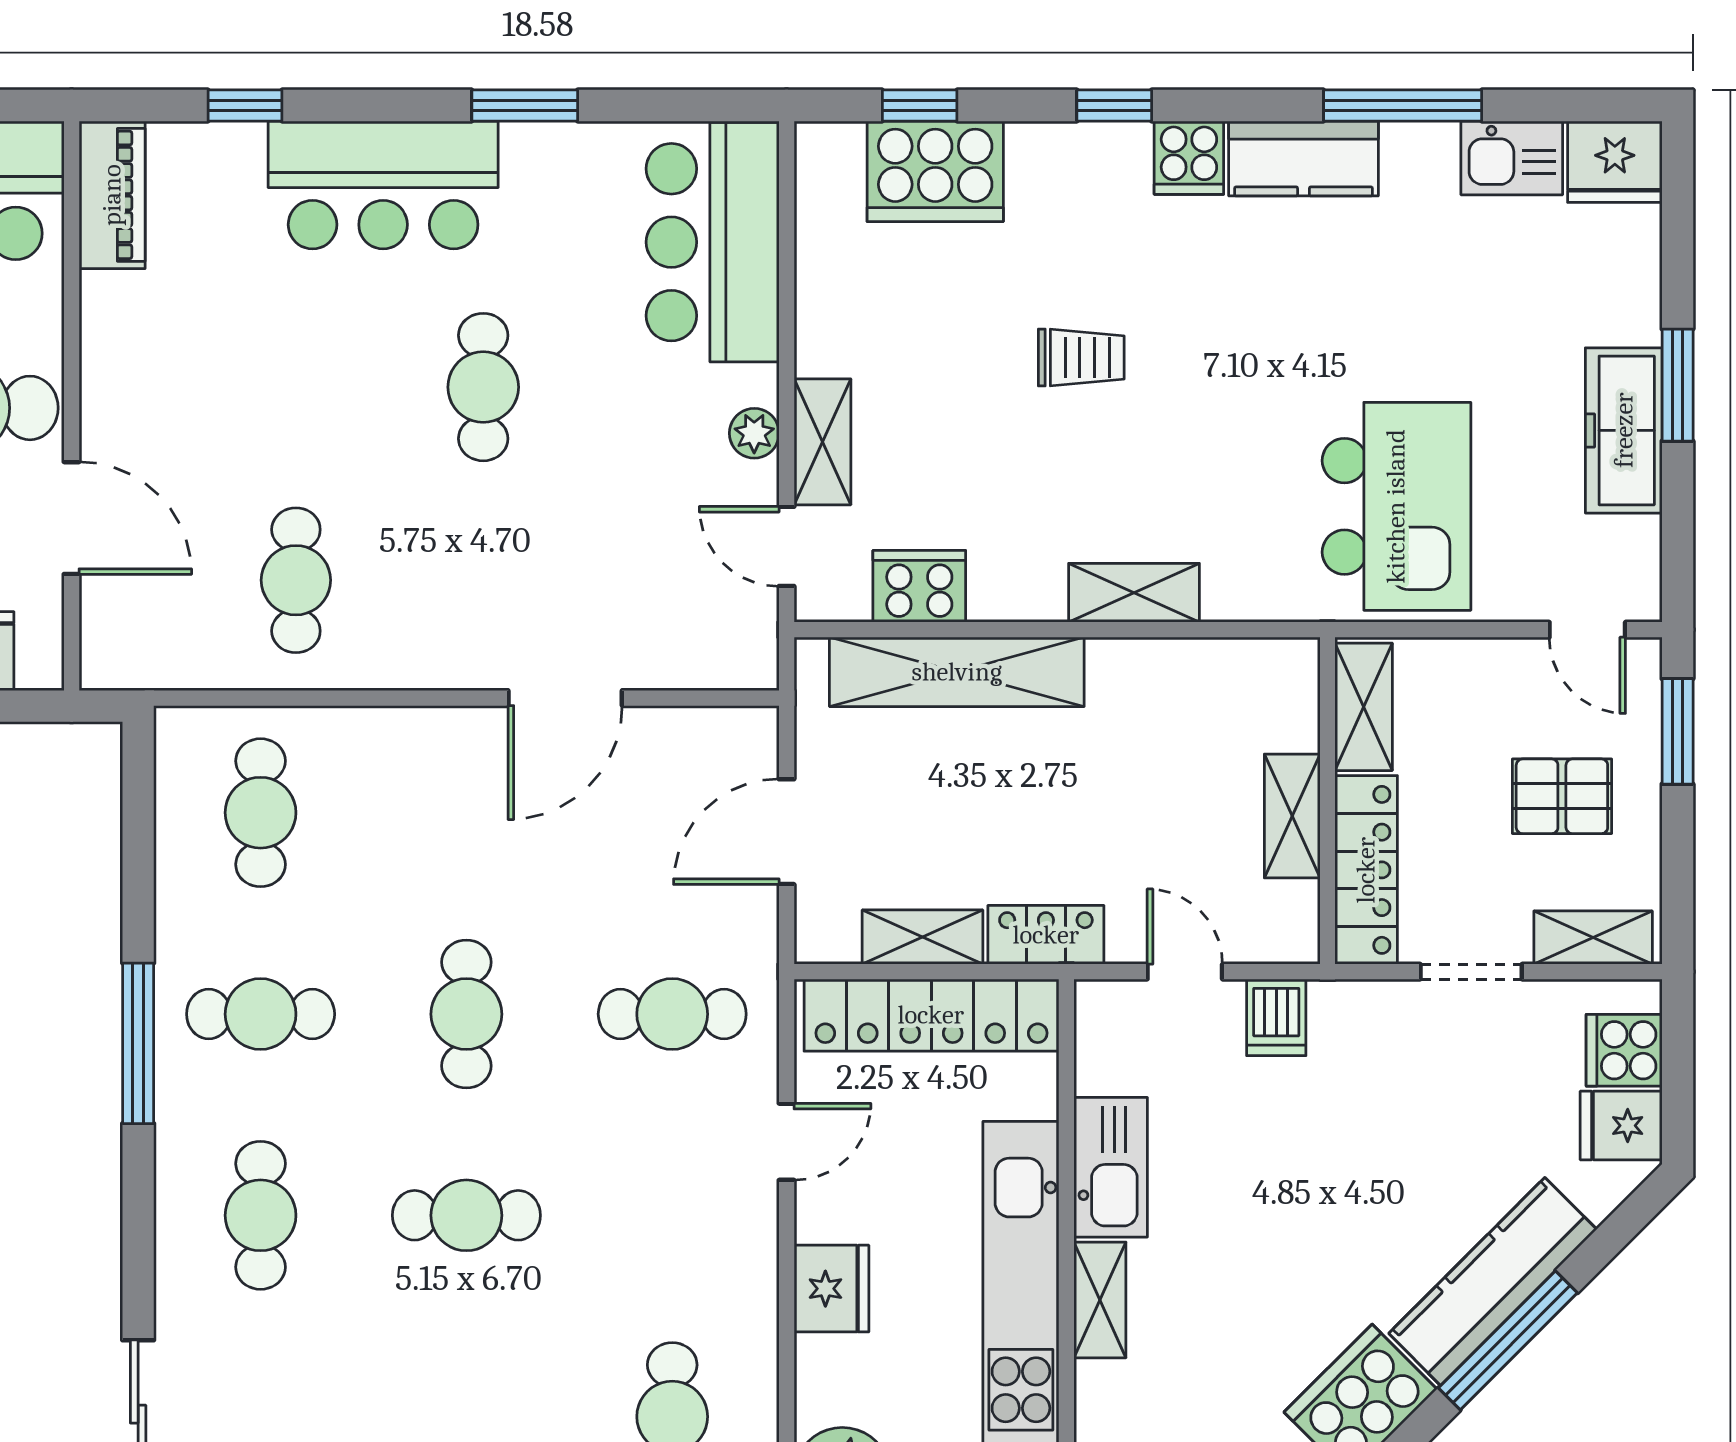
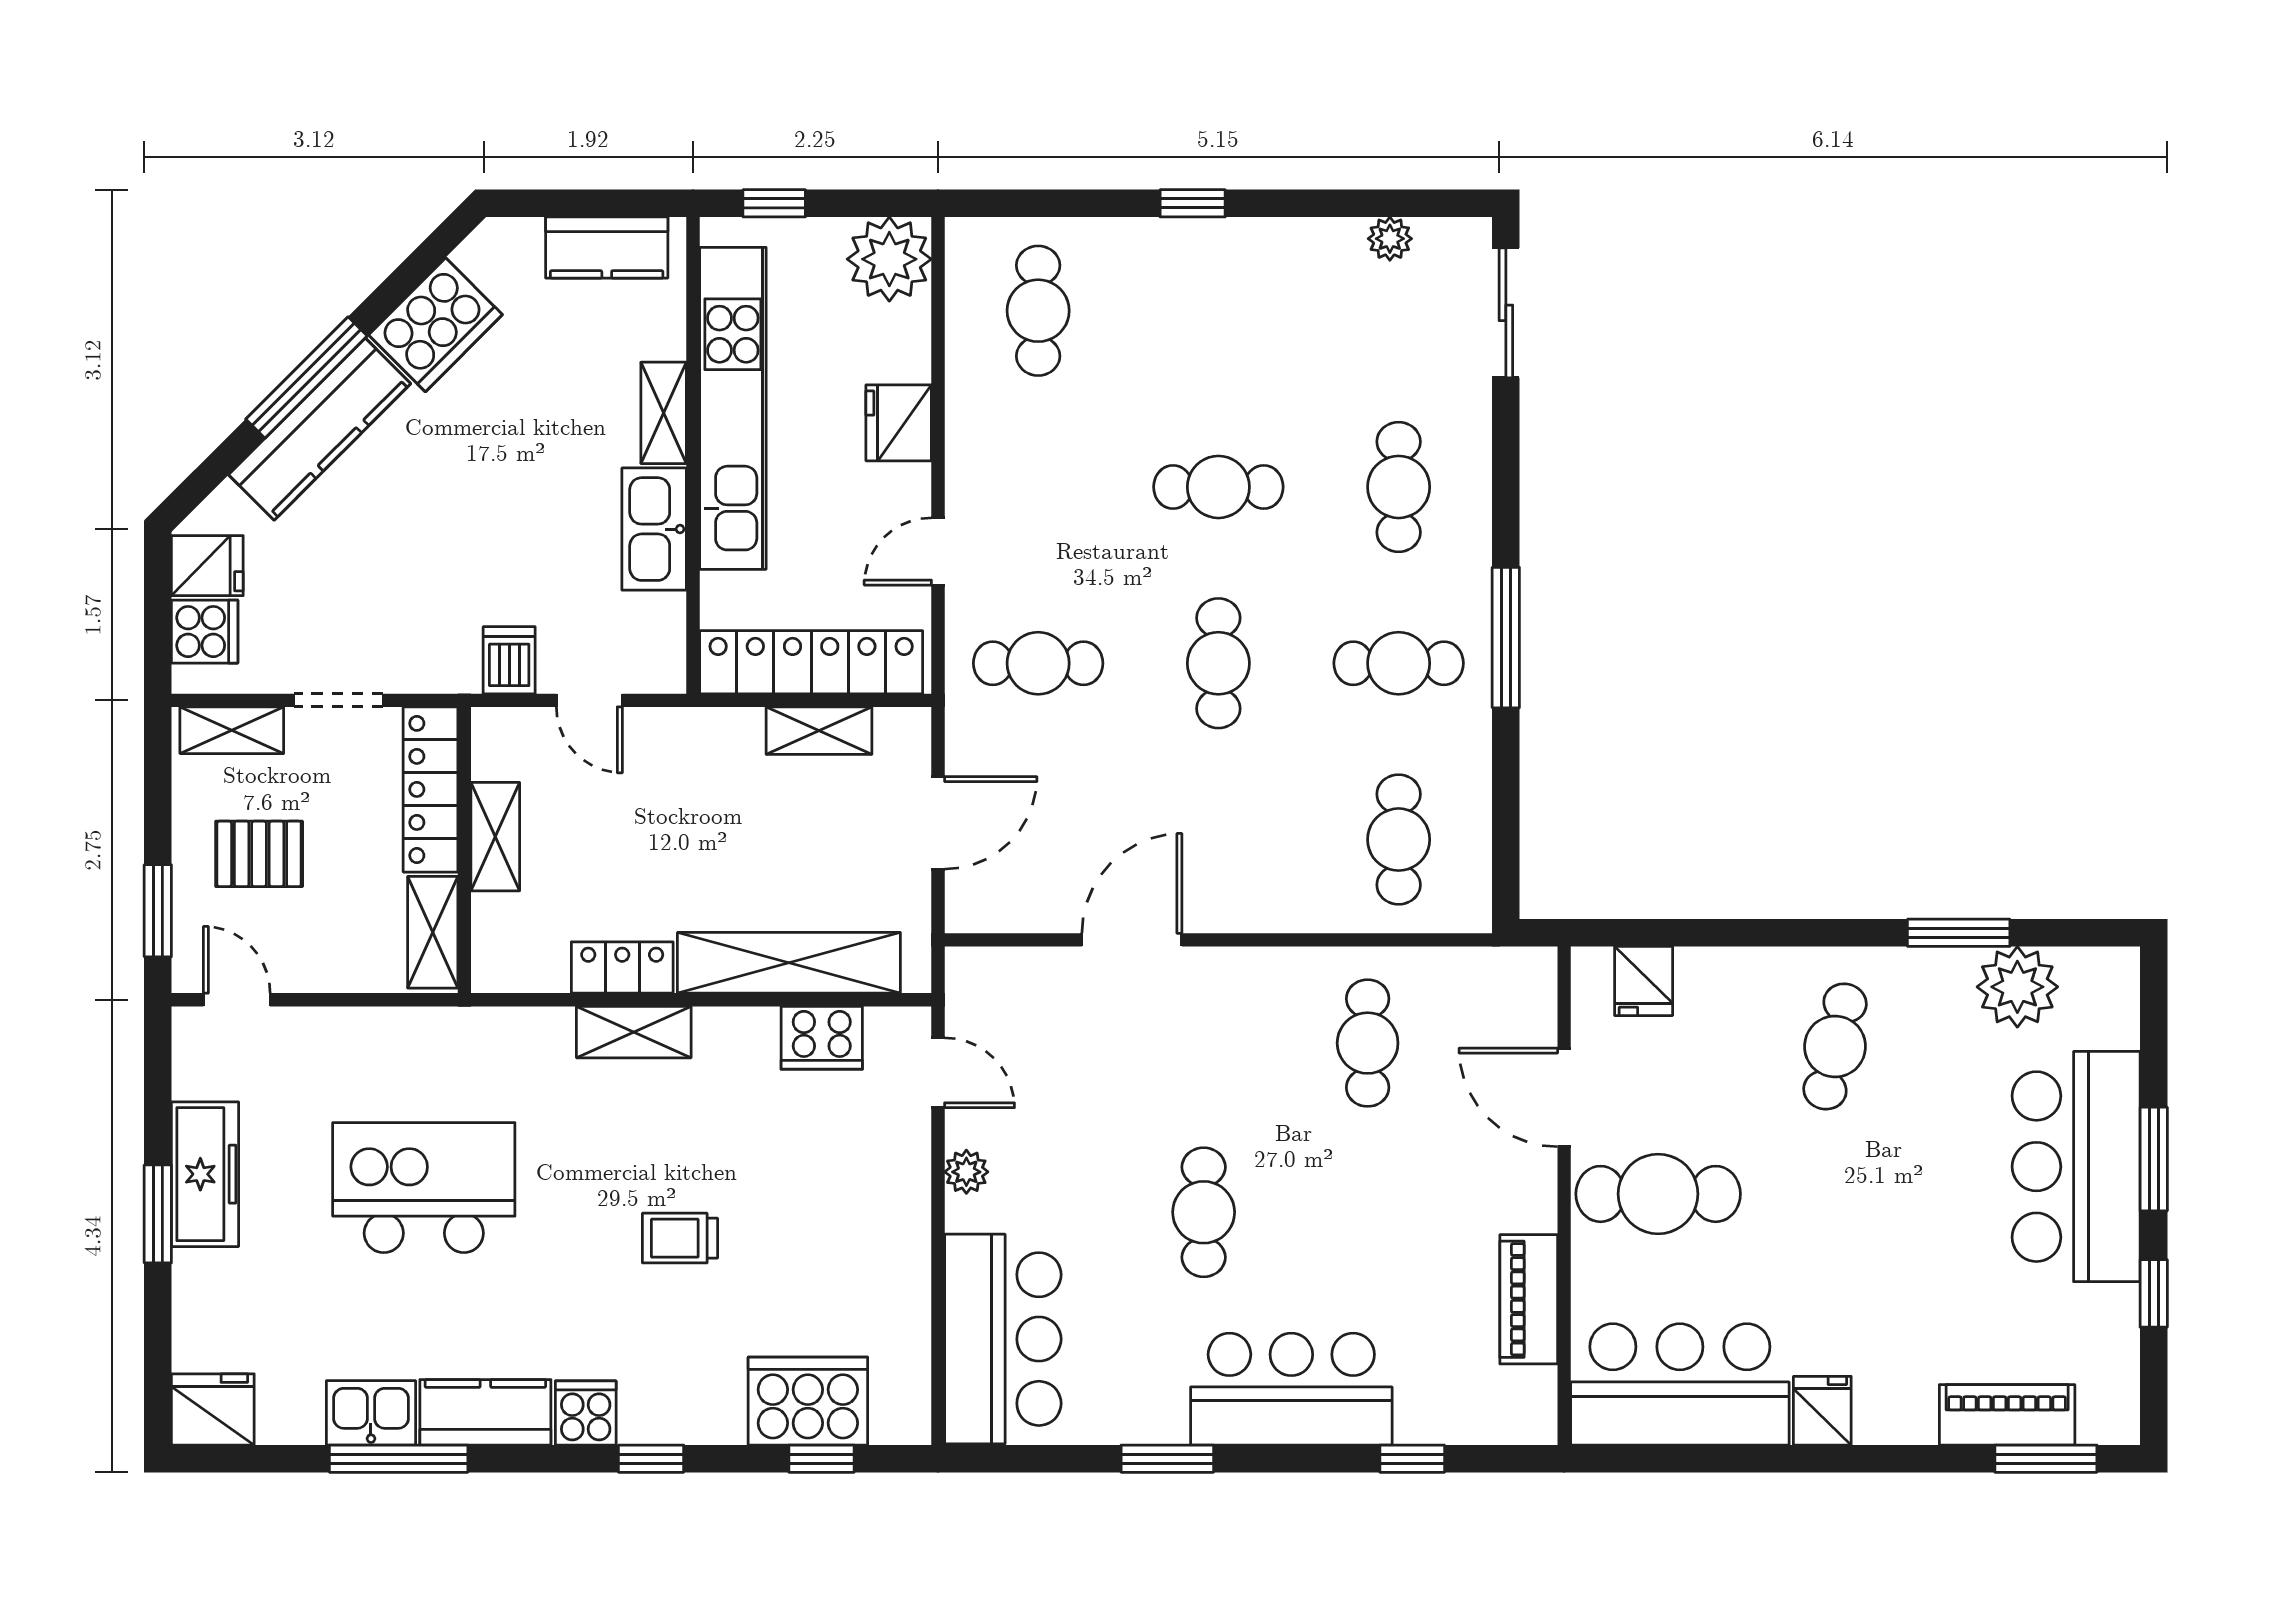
kitchen sink: (1512, 158) -> (371, 1413), moved
piano: (112, 195) -> (1529, 1299), moved
shelving: (822, 442) -> (907, 1164), removed
kitchen island: (1396, 506) -> (424, 1188), moved, turned 90
locker: (1046, 935) -> (622, 968), moved, turned 180

